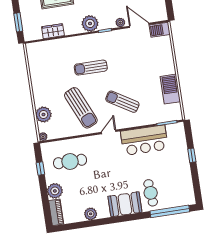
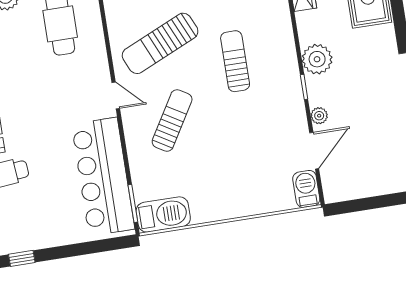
barbecue: (170, 89) -> (163, 214), moved
bar counter: (144, 140) -> (103, 177), width x1.36
window: (192, 155) -> (22, 258), moved

